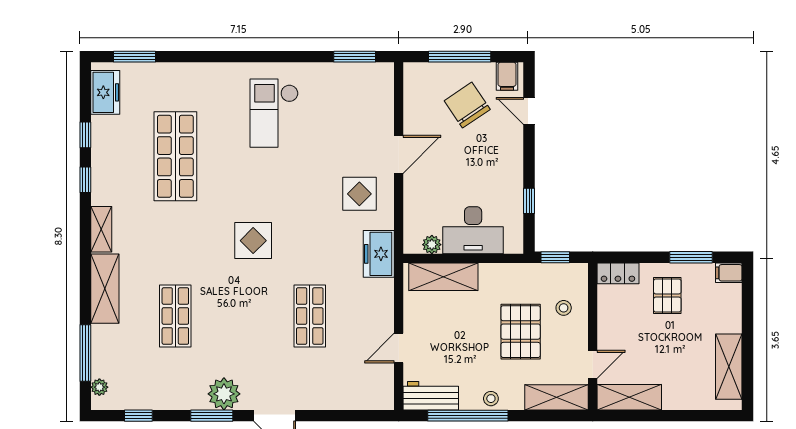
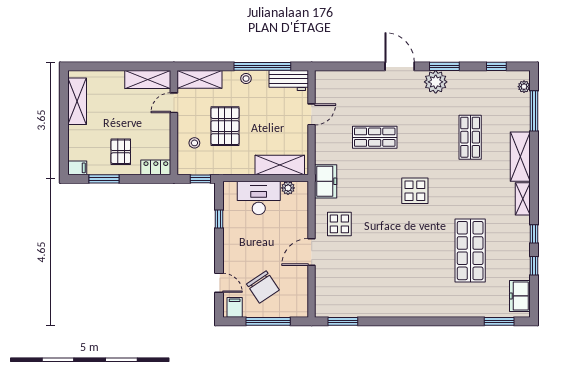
checkout: (274, 113) -> (400, 281), removed
shop shelf: (310, 316) -> (375, 137), turned 90

